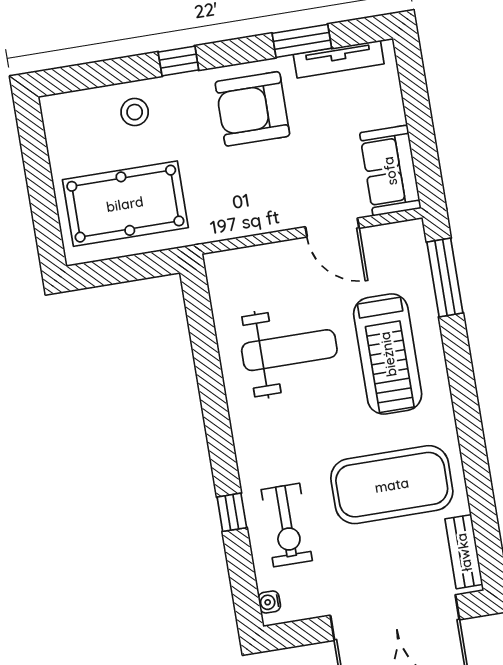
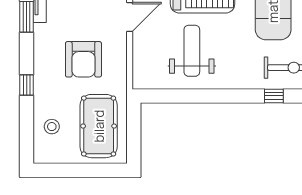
armchair: (252, 109) -> (83, 59), moved
stool: (135, 112) -> (52, 127), moved

